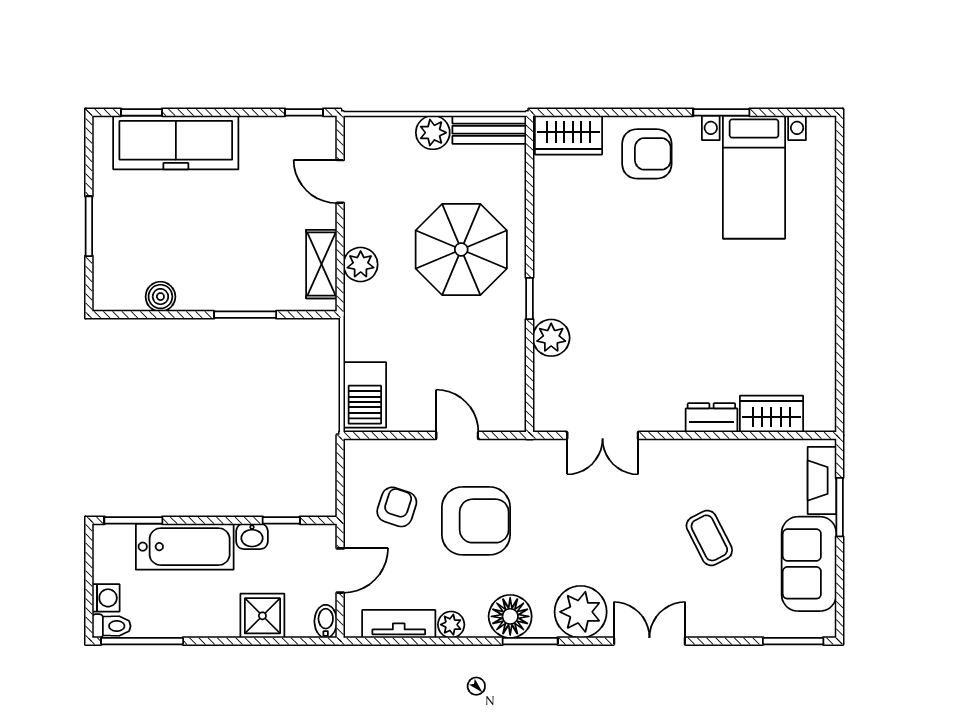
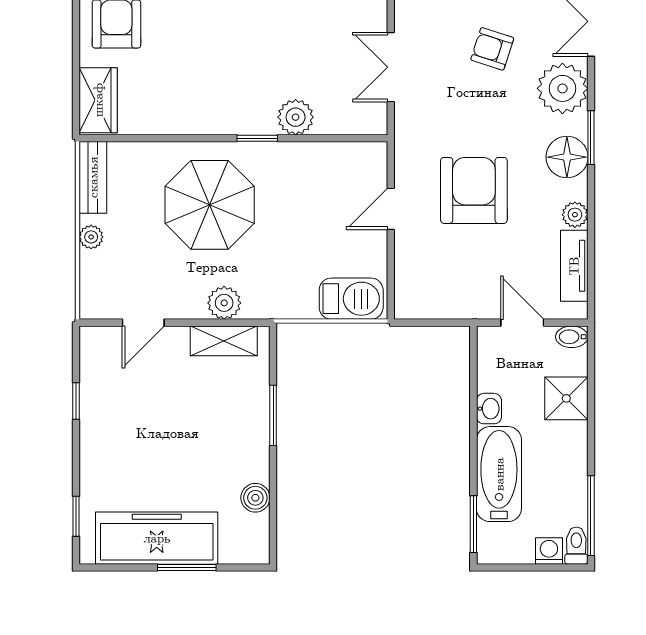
window: (304, 112) -> (76, 401), moved
plant: (433, 133) -> (91, 237), width x0.73, depth x0.73
freezer: (176, 142) -> (157, 538), moved, turned -90
double door: (603, 435) -> (391, 67), swing flipped
armchair: (397, 507) -> (492, 49), moved
window: (281, 520) -> (473, 380), removed

